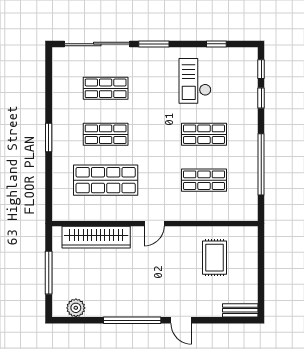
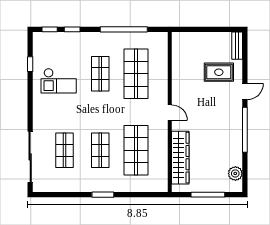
window: (154, 44) -> (30, 113), removed
shop shelf: (204, 180) -> (136, 74), width x1.43, depth x1.36
rug: (214, 258) -> (219, 72), moved

